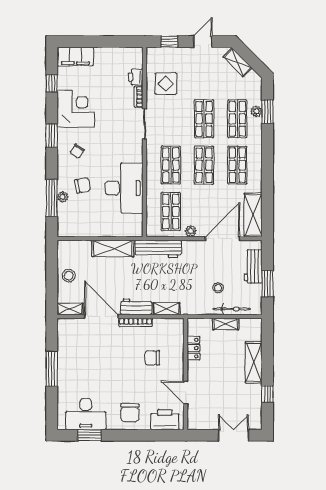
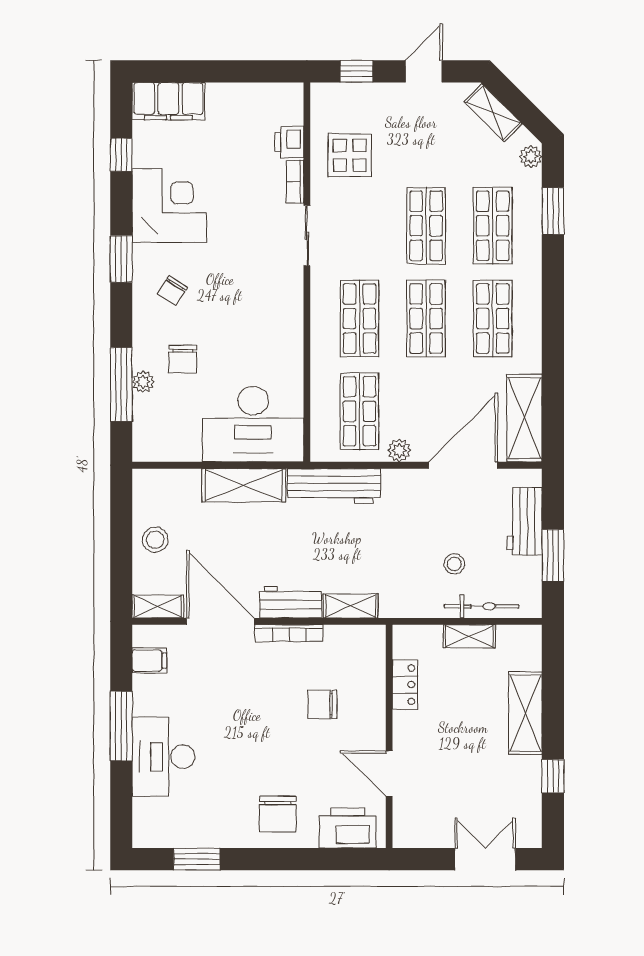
plant: (256, 111) -> (531, 157), moved
chair: (82, 185) -> (183, 359), turned 100
desk: (124, 188) -> (253, 424), moved, turned 90
filing cabinet: (66, 336) -> (149, 661), added
desk: (86, 414) -> (163, 757), moved, turned 90

